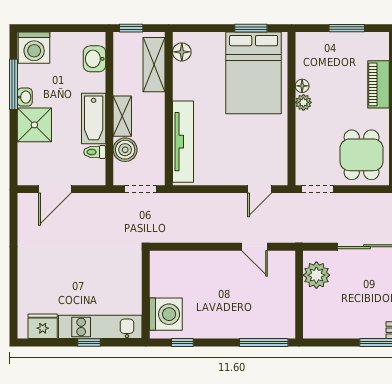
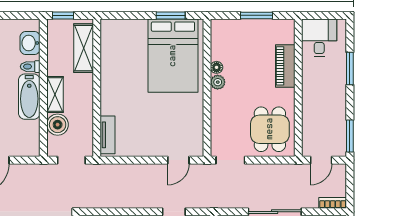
floor lamp: (182, 52) -> (108, 37), removed
tv unit: (183, 142) -> (108, 135), width x0.52, depth x0.78
toilet: (95, 152) -> (30, 67), moved

